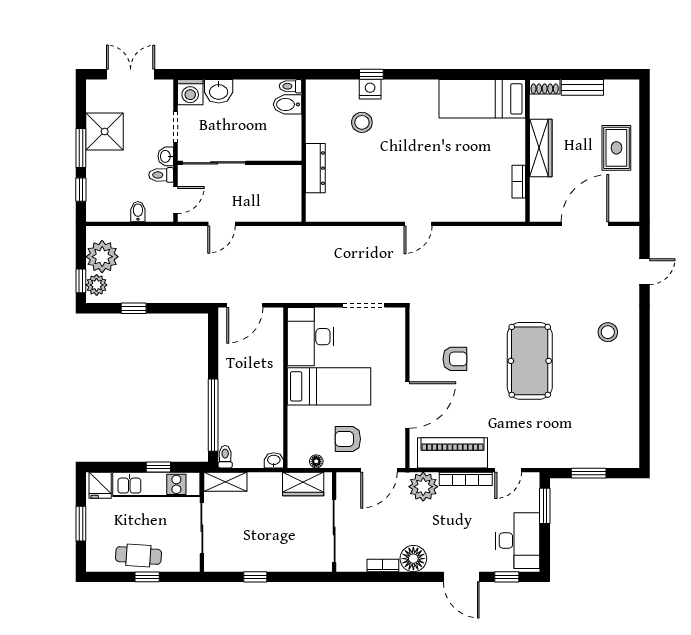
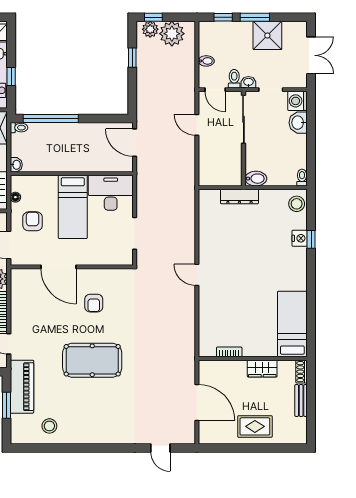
bidet: (287, 104) -> (256, 179), moved, turned 90
stool: (362, 122) -> (297, 204), moved
wardrobe: (541, 148) -> (262, 369), width x0.67
stool: (608, 332) -> (49, 426), moved
piano: (452, 453) -> (22, 387), moved

